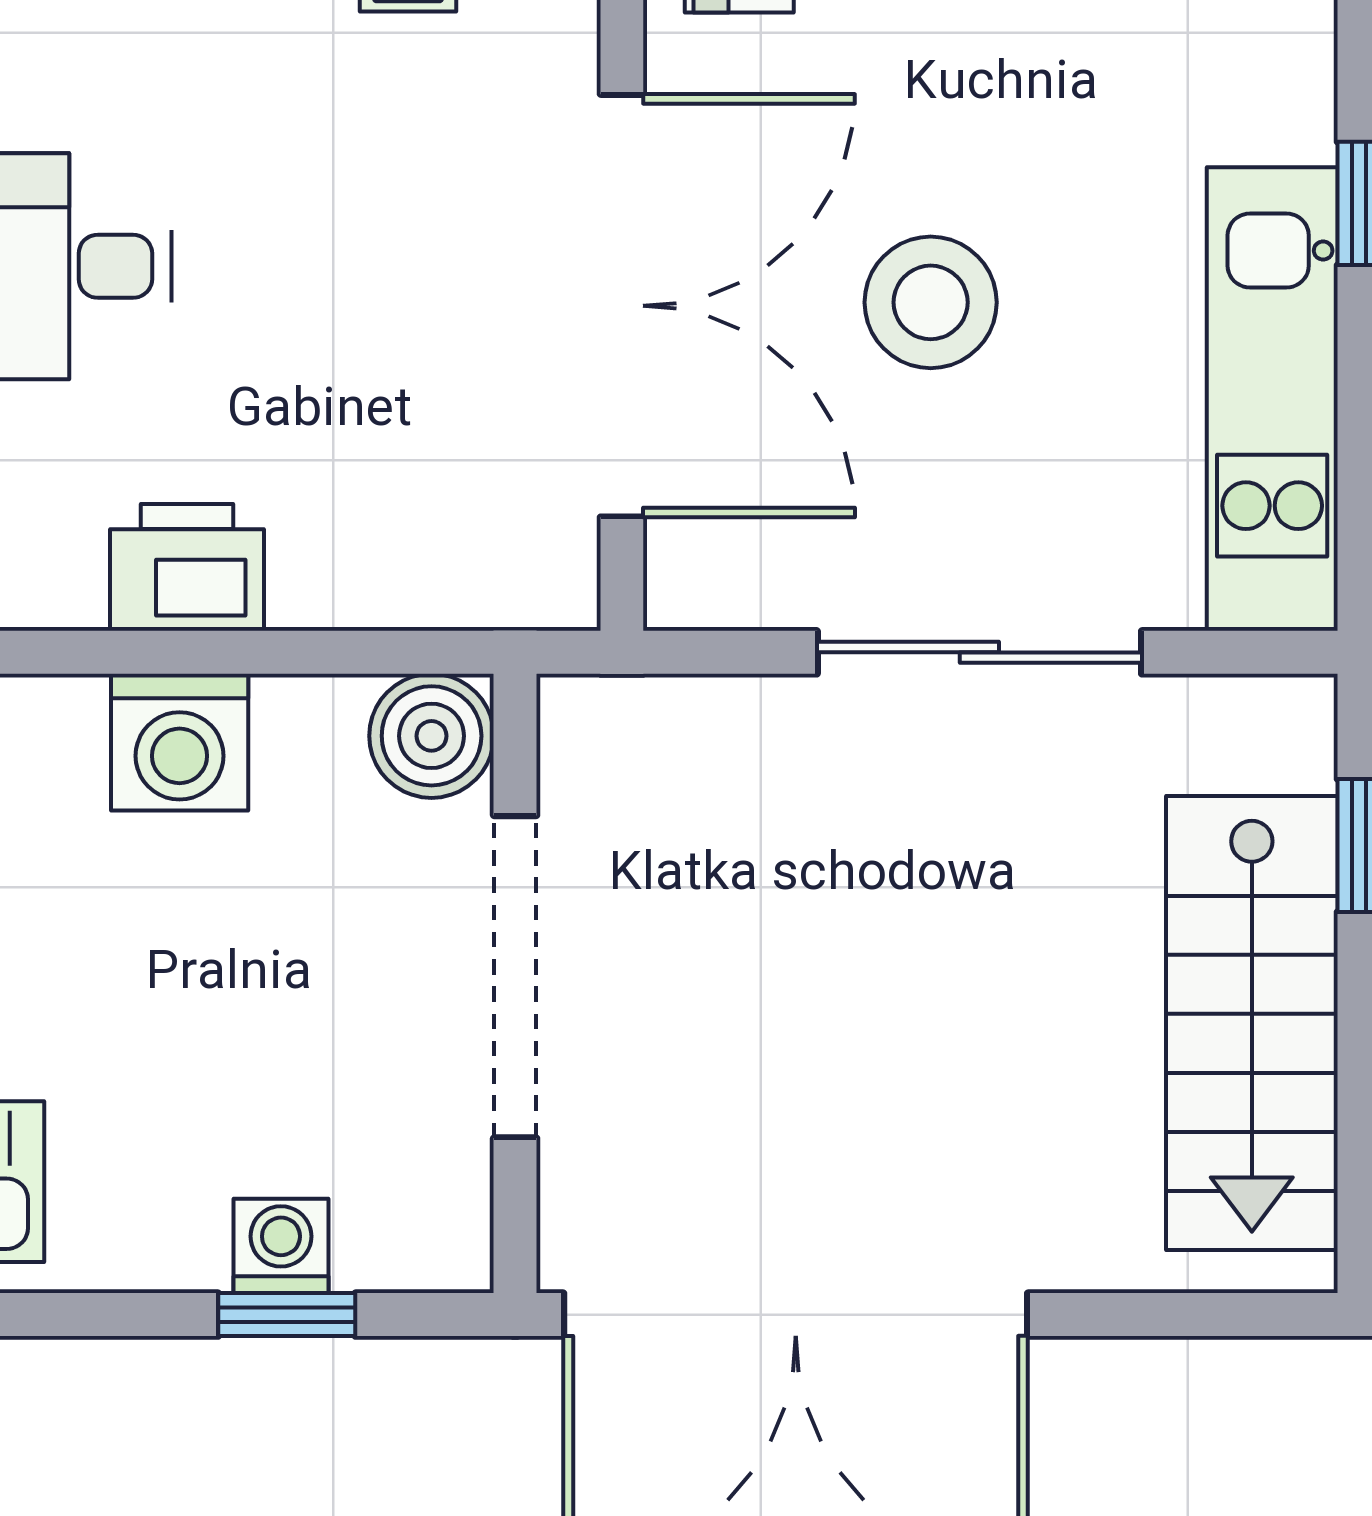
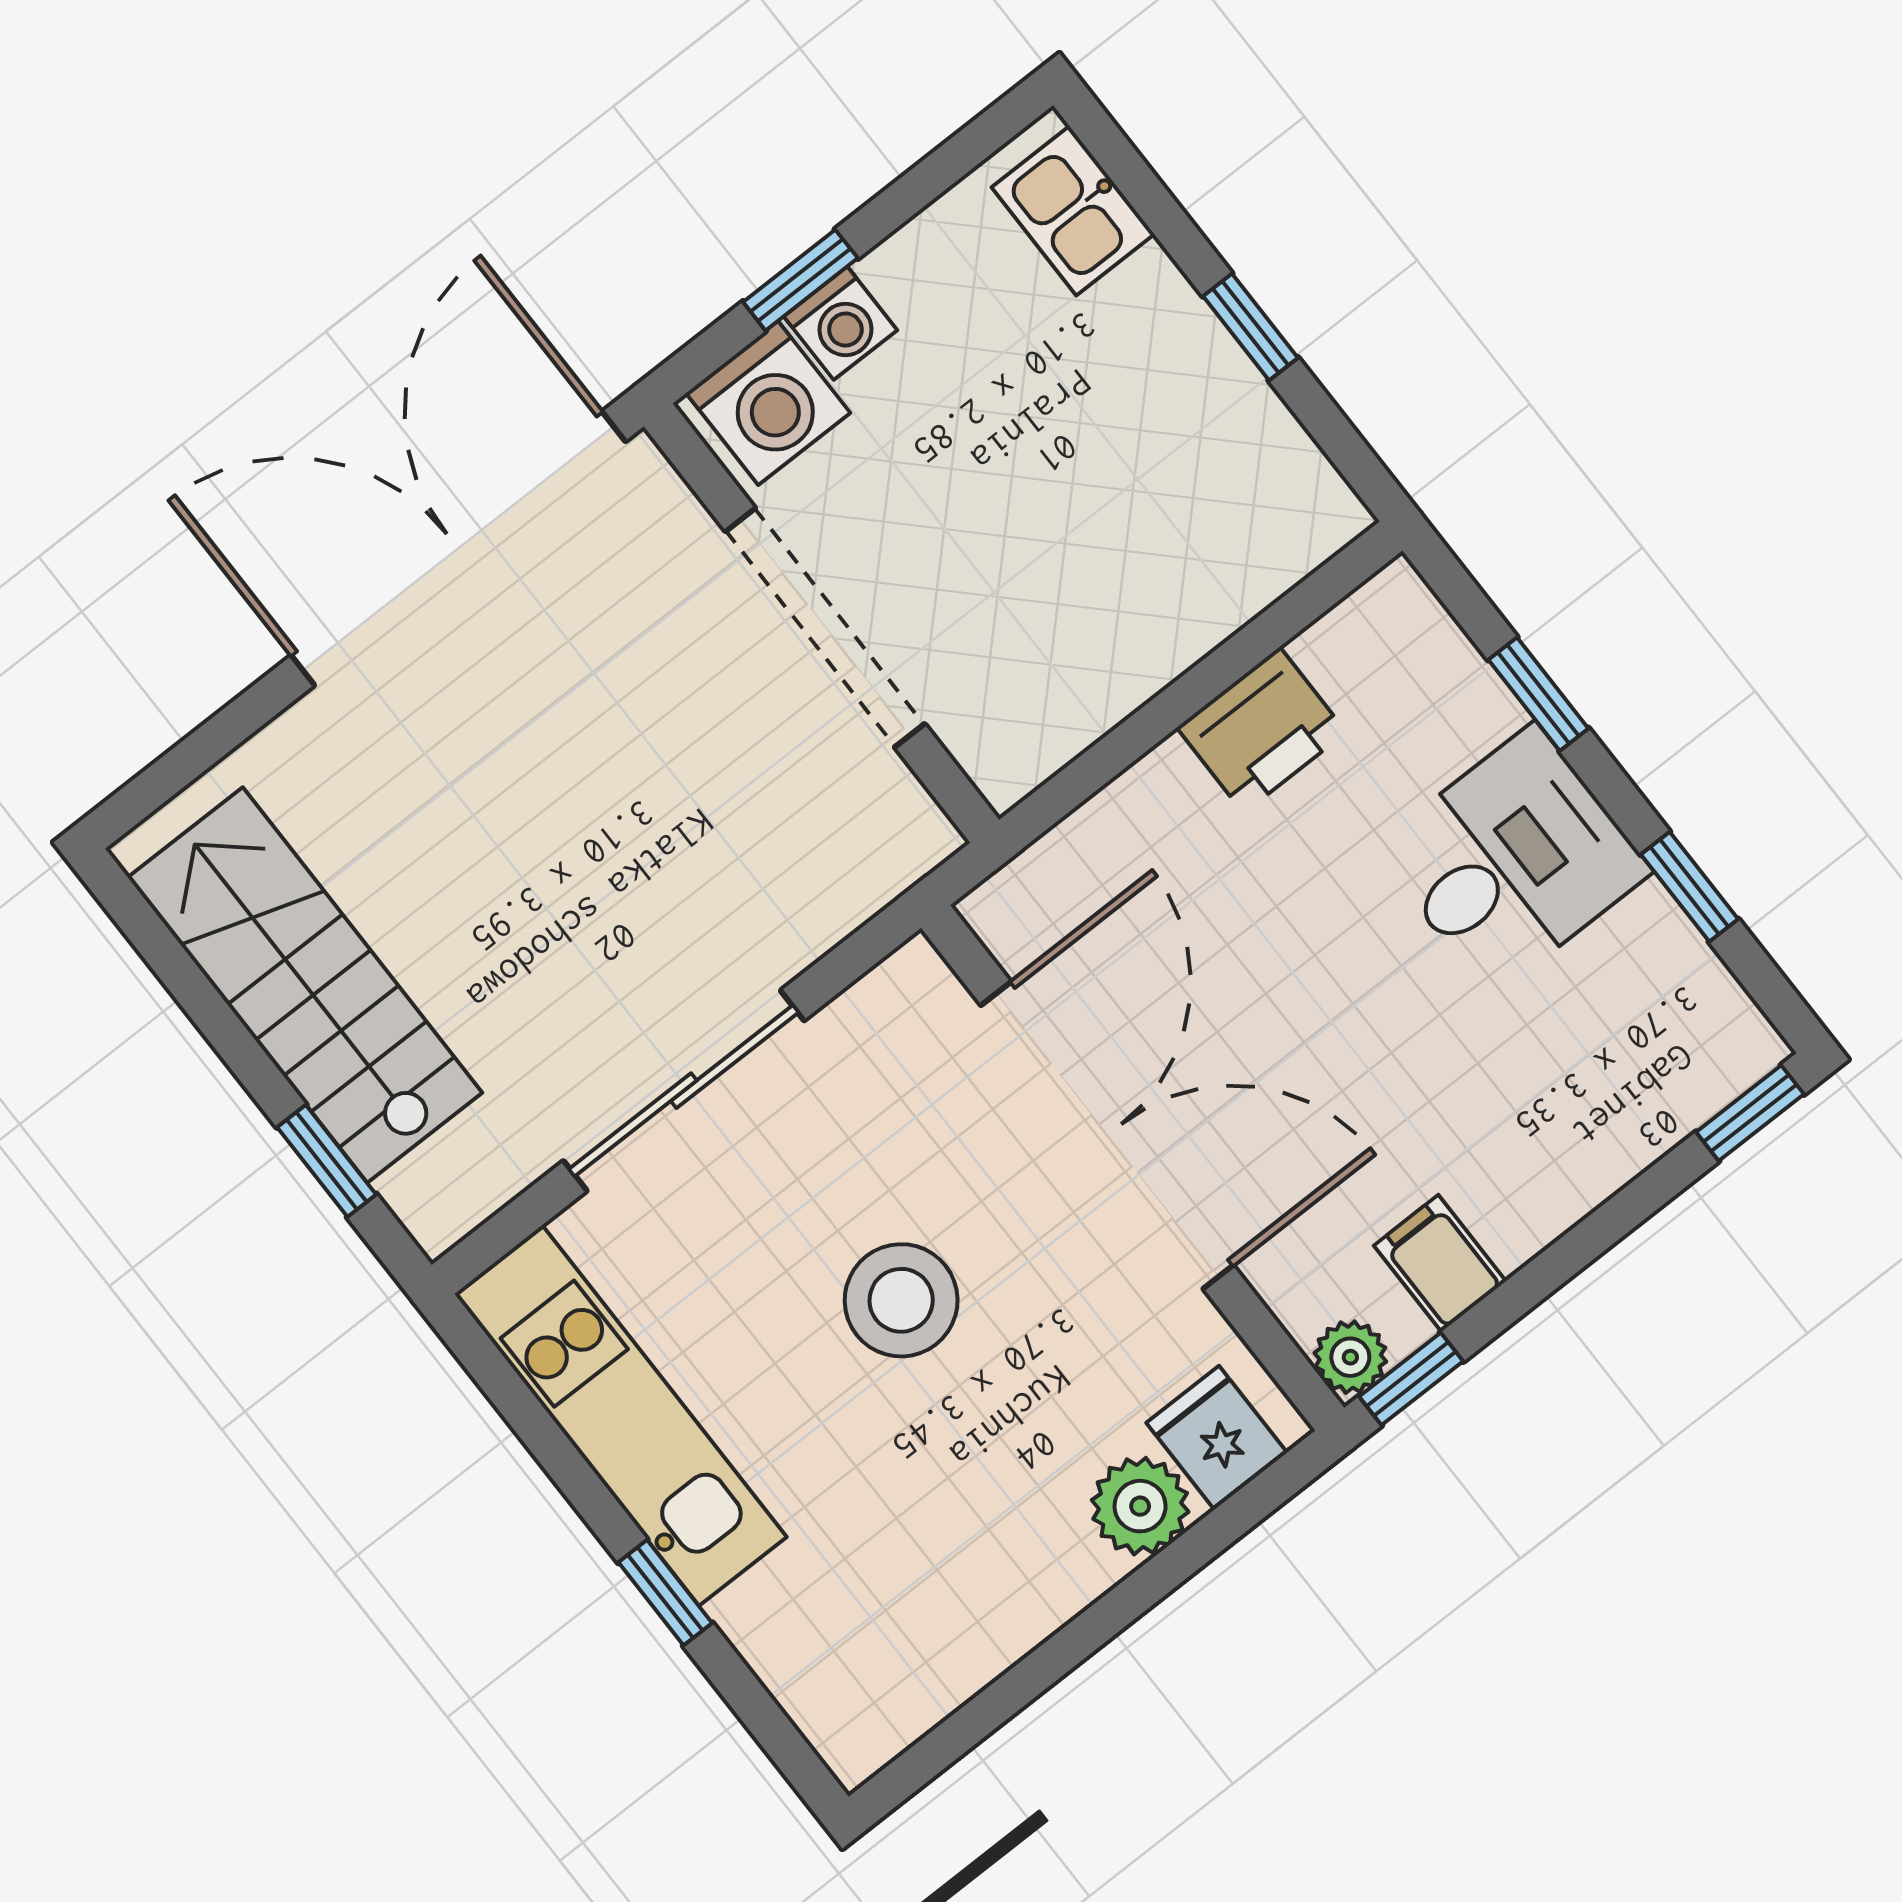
double door: (622, 306) -> (1107, 1135), swing flipped
boiler: (432, 736) -> (1008, 746), removed
washing machine: (180, 742) -> (768, 403), moved, turned 180

